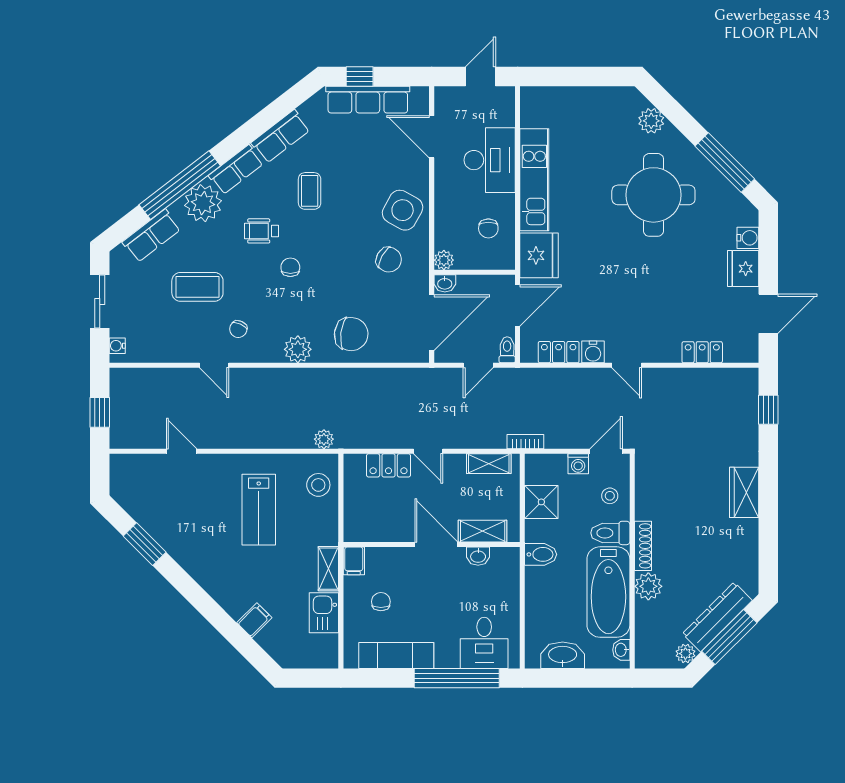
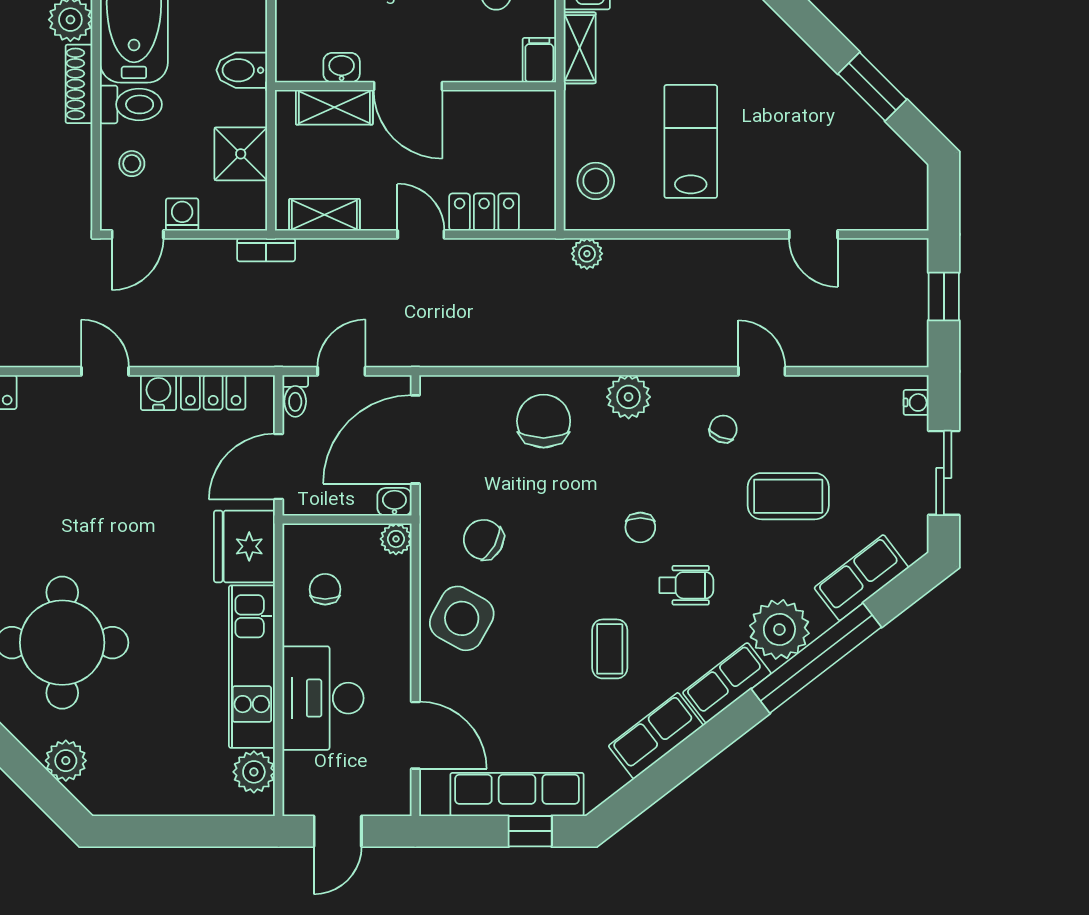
plant: (533, 114) -> (254, 772), added
chair: (351, 334) -> (544, 421), turned 83

